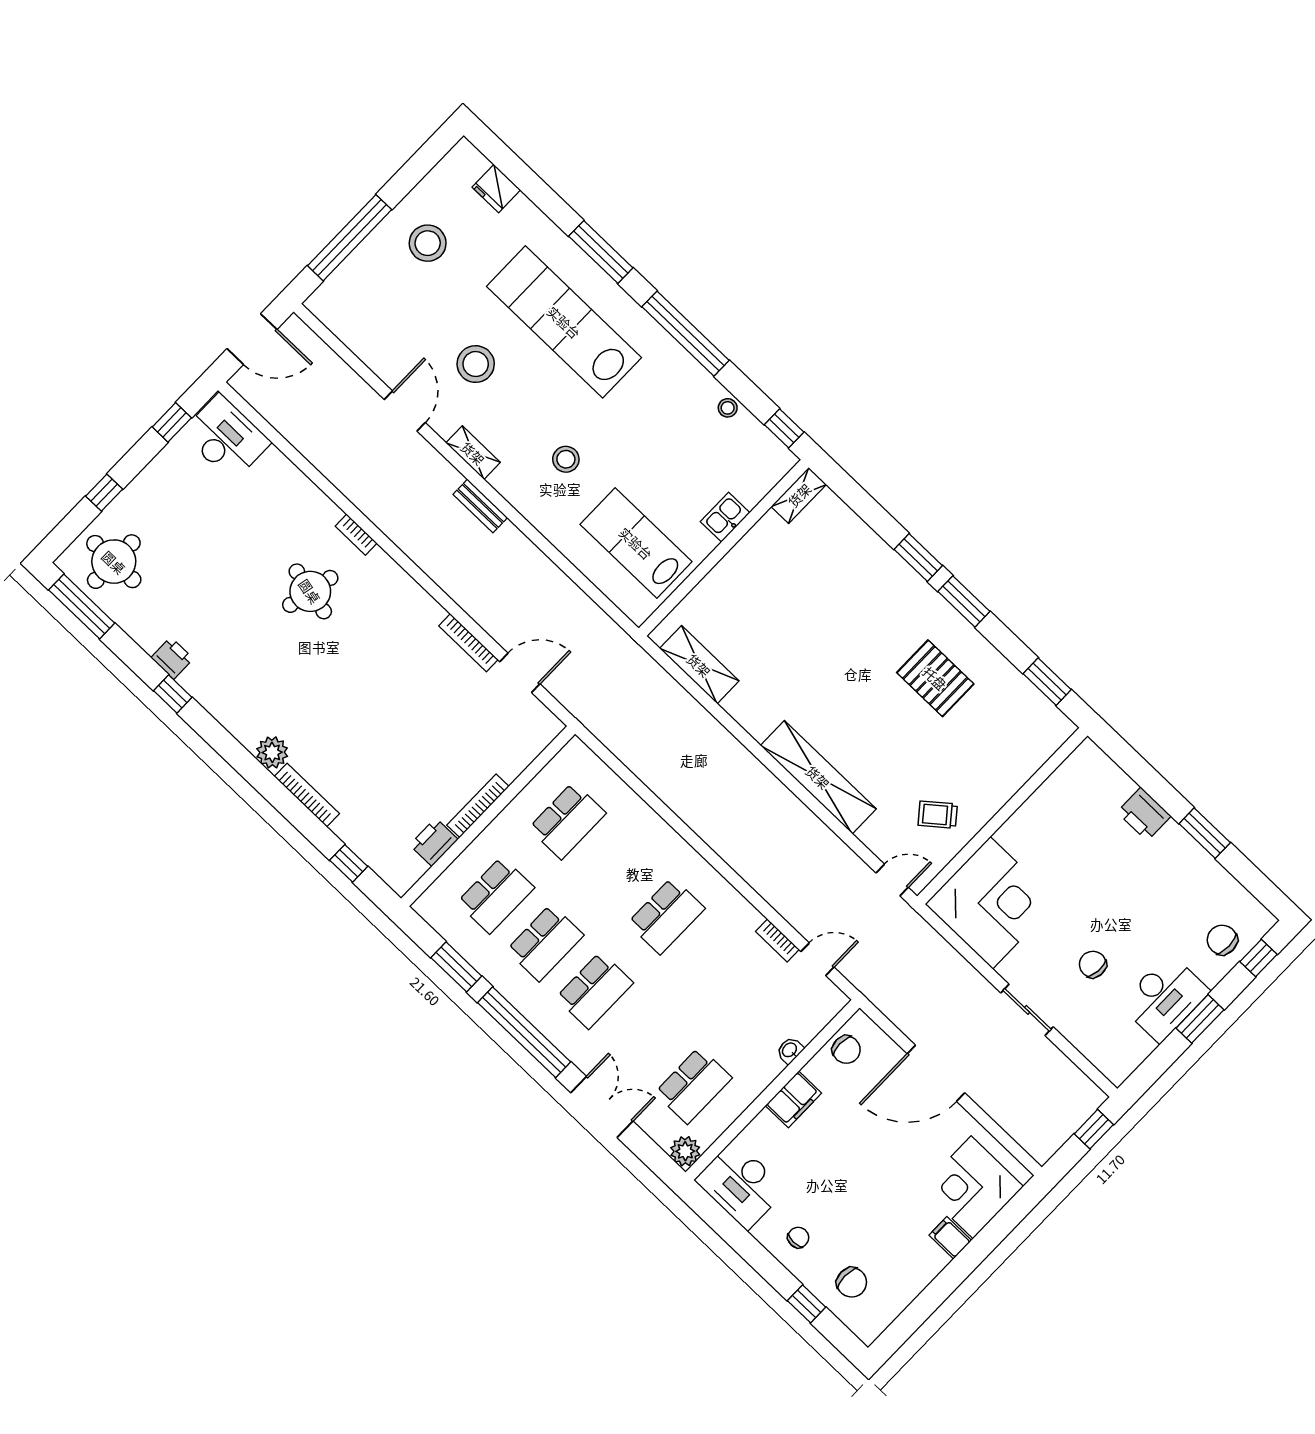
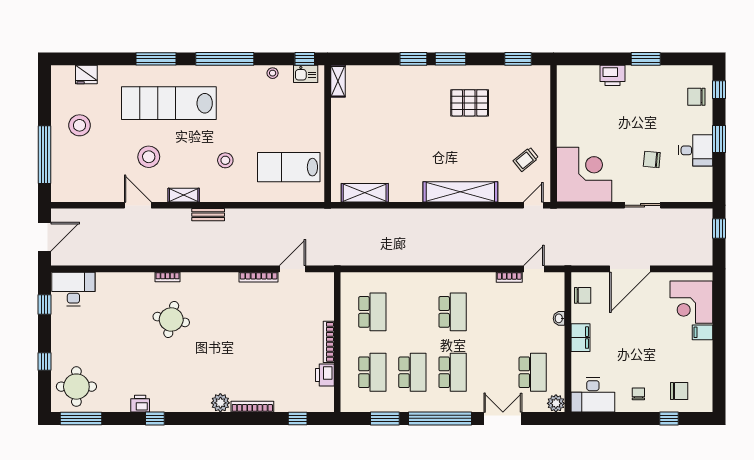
kitchen sink: (725, 517) -> (306, 74), moved, turned -90
desk: (1165, 998) -> (696, 150), width x0.73

